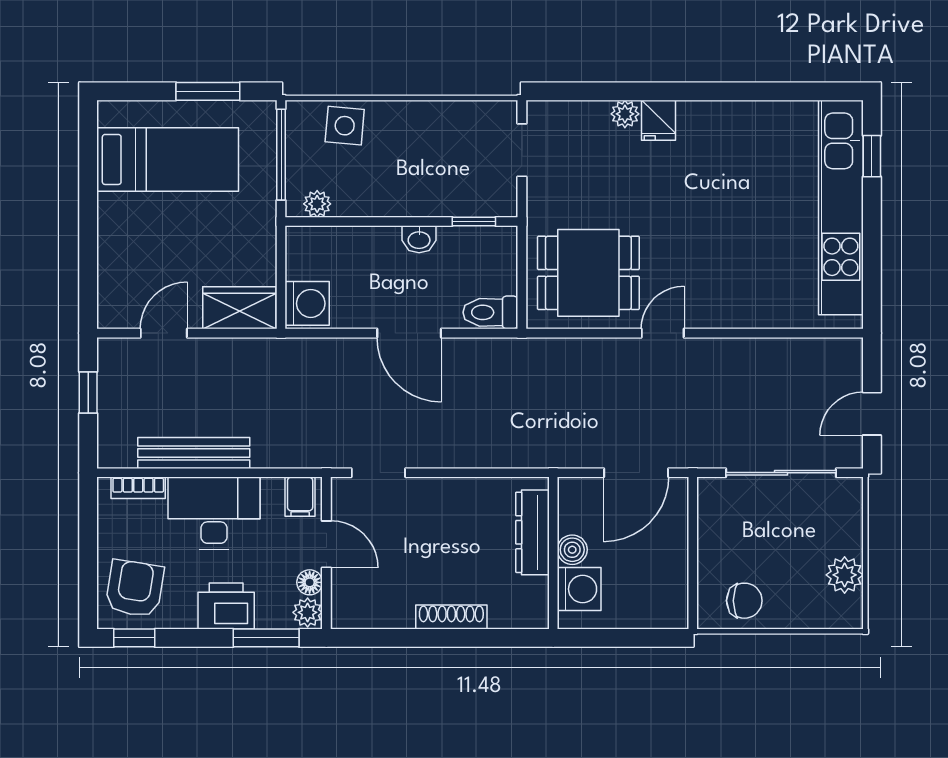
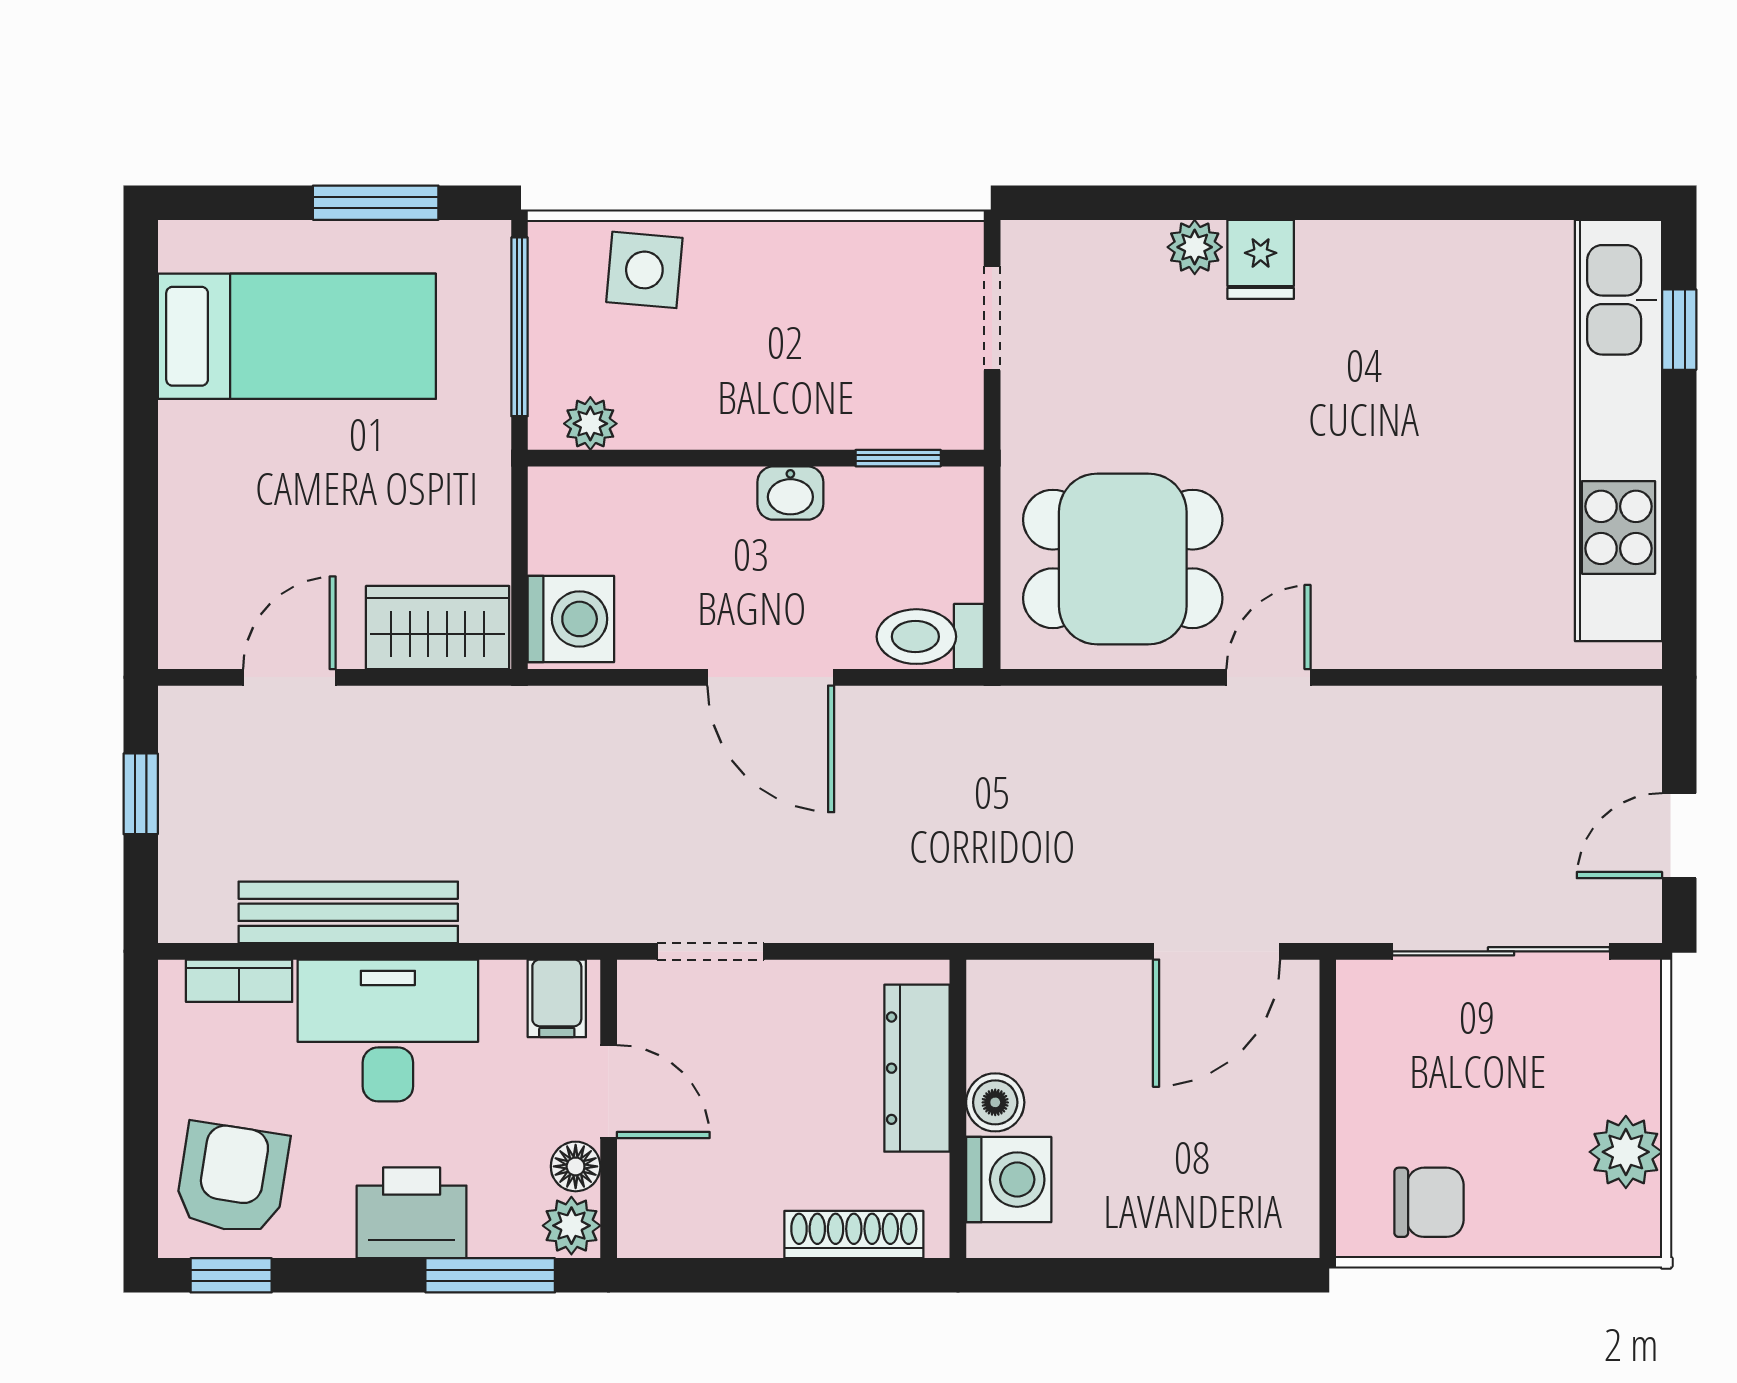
dresser: (532, 532) -> (917, 1068), moved
boiler: (572, 550) -> (995, 1102), moved
wall: (553, 553) -> (958, 1109), moved
washing machine: (579, 589) -> (1009, 1180), moved

